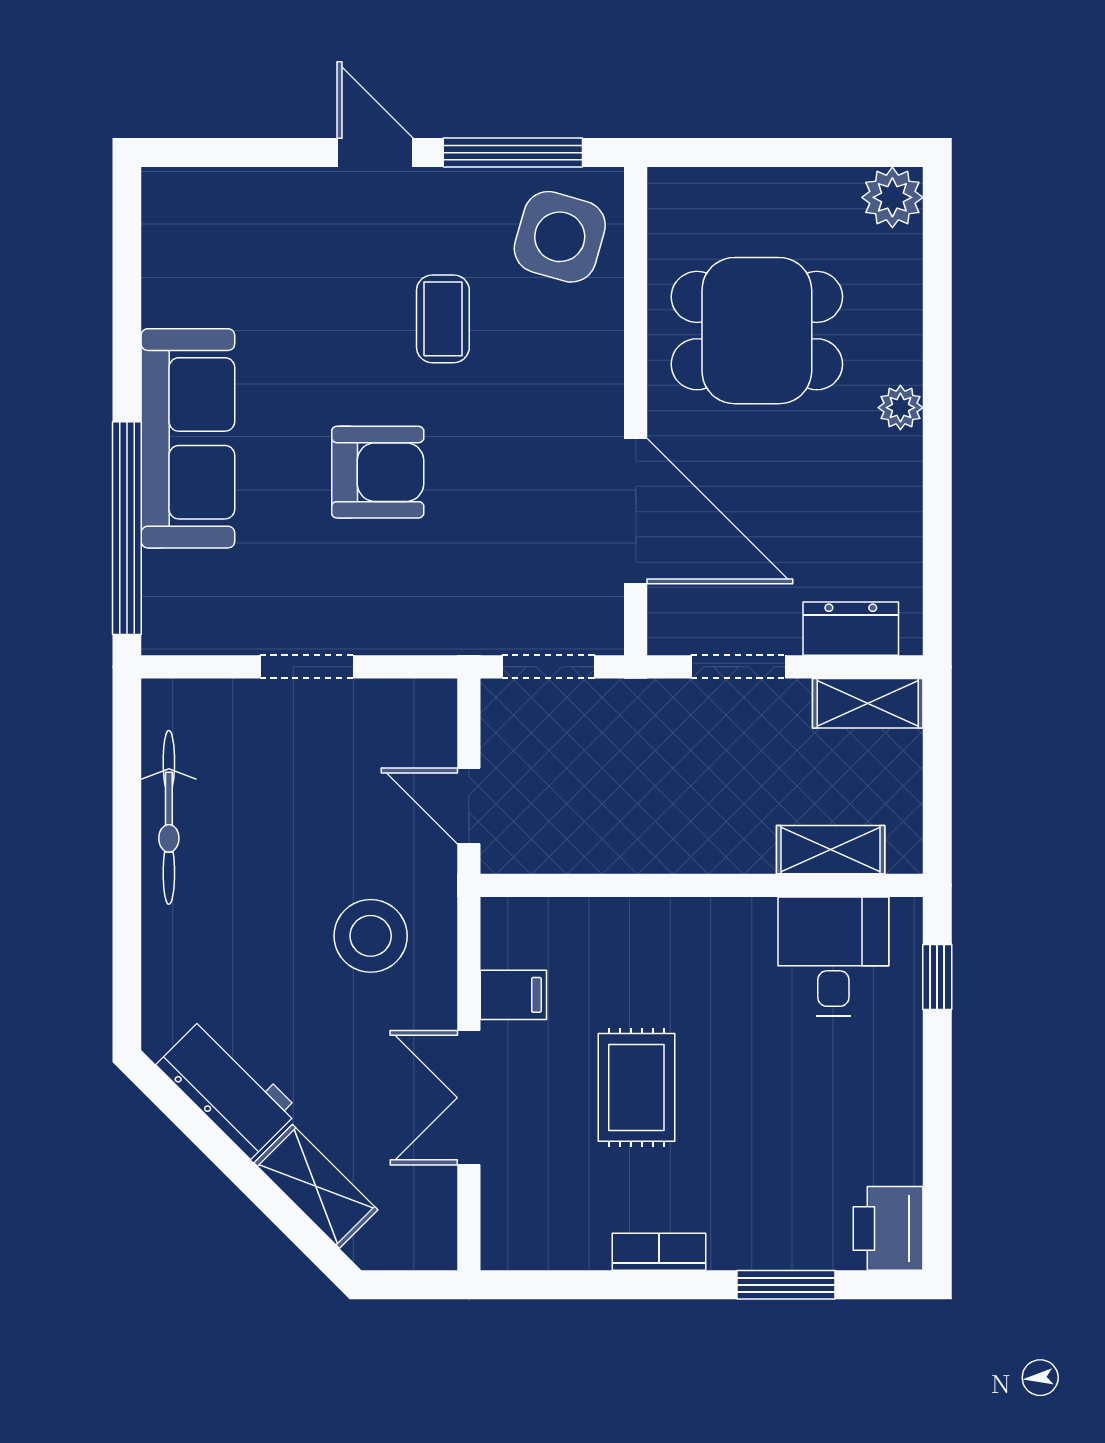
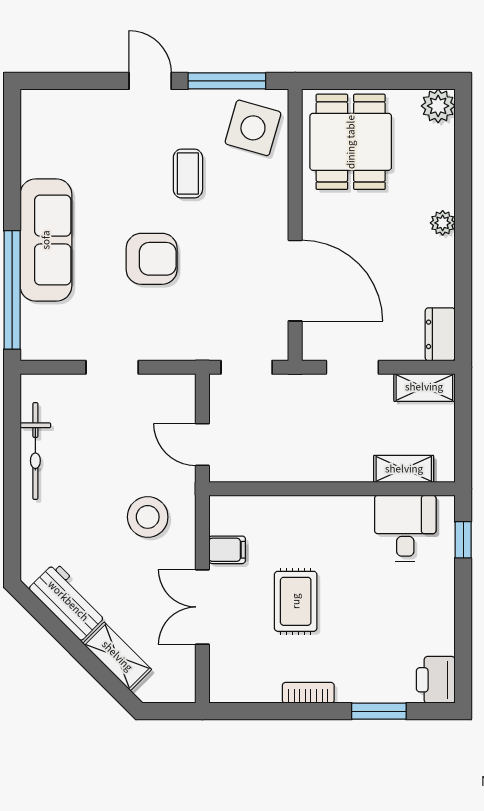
dining table: (757, 331) -> (351, 142), moved, turned 90
dresser: (851, 629) -> (440, 334), moved, turned -90

